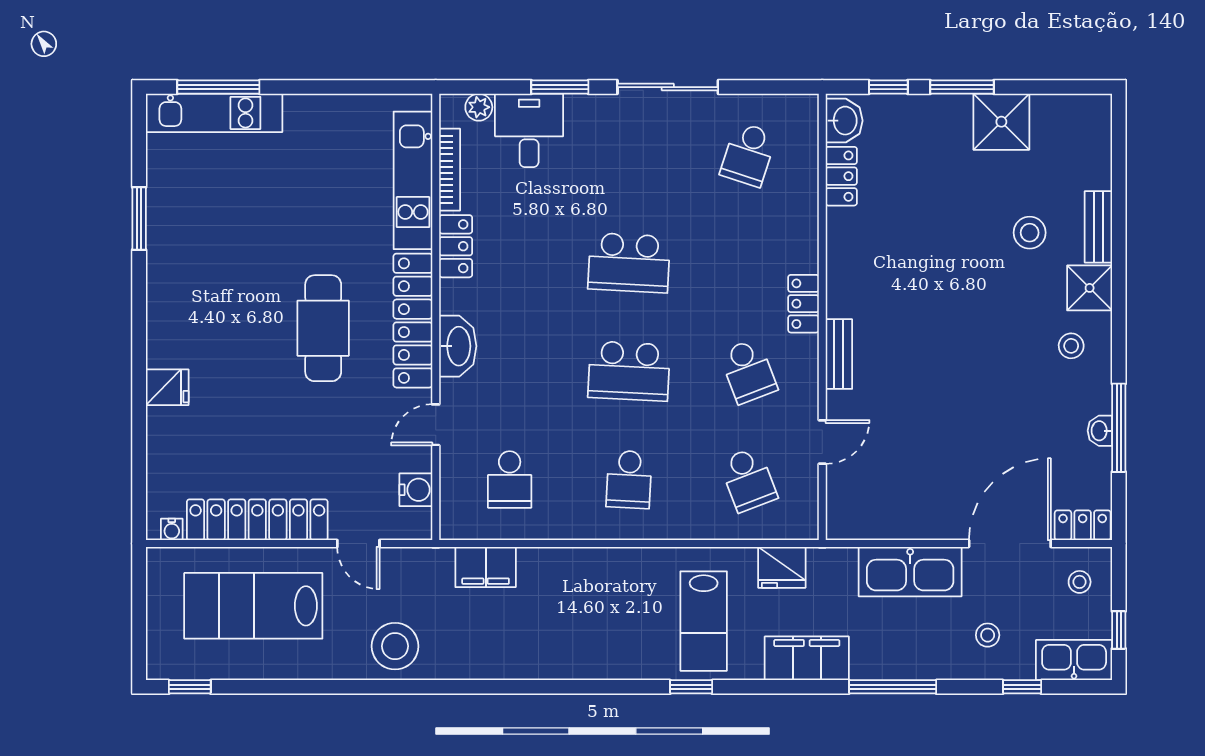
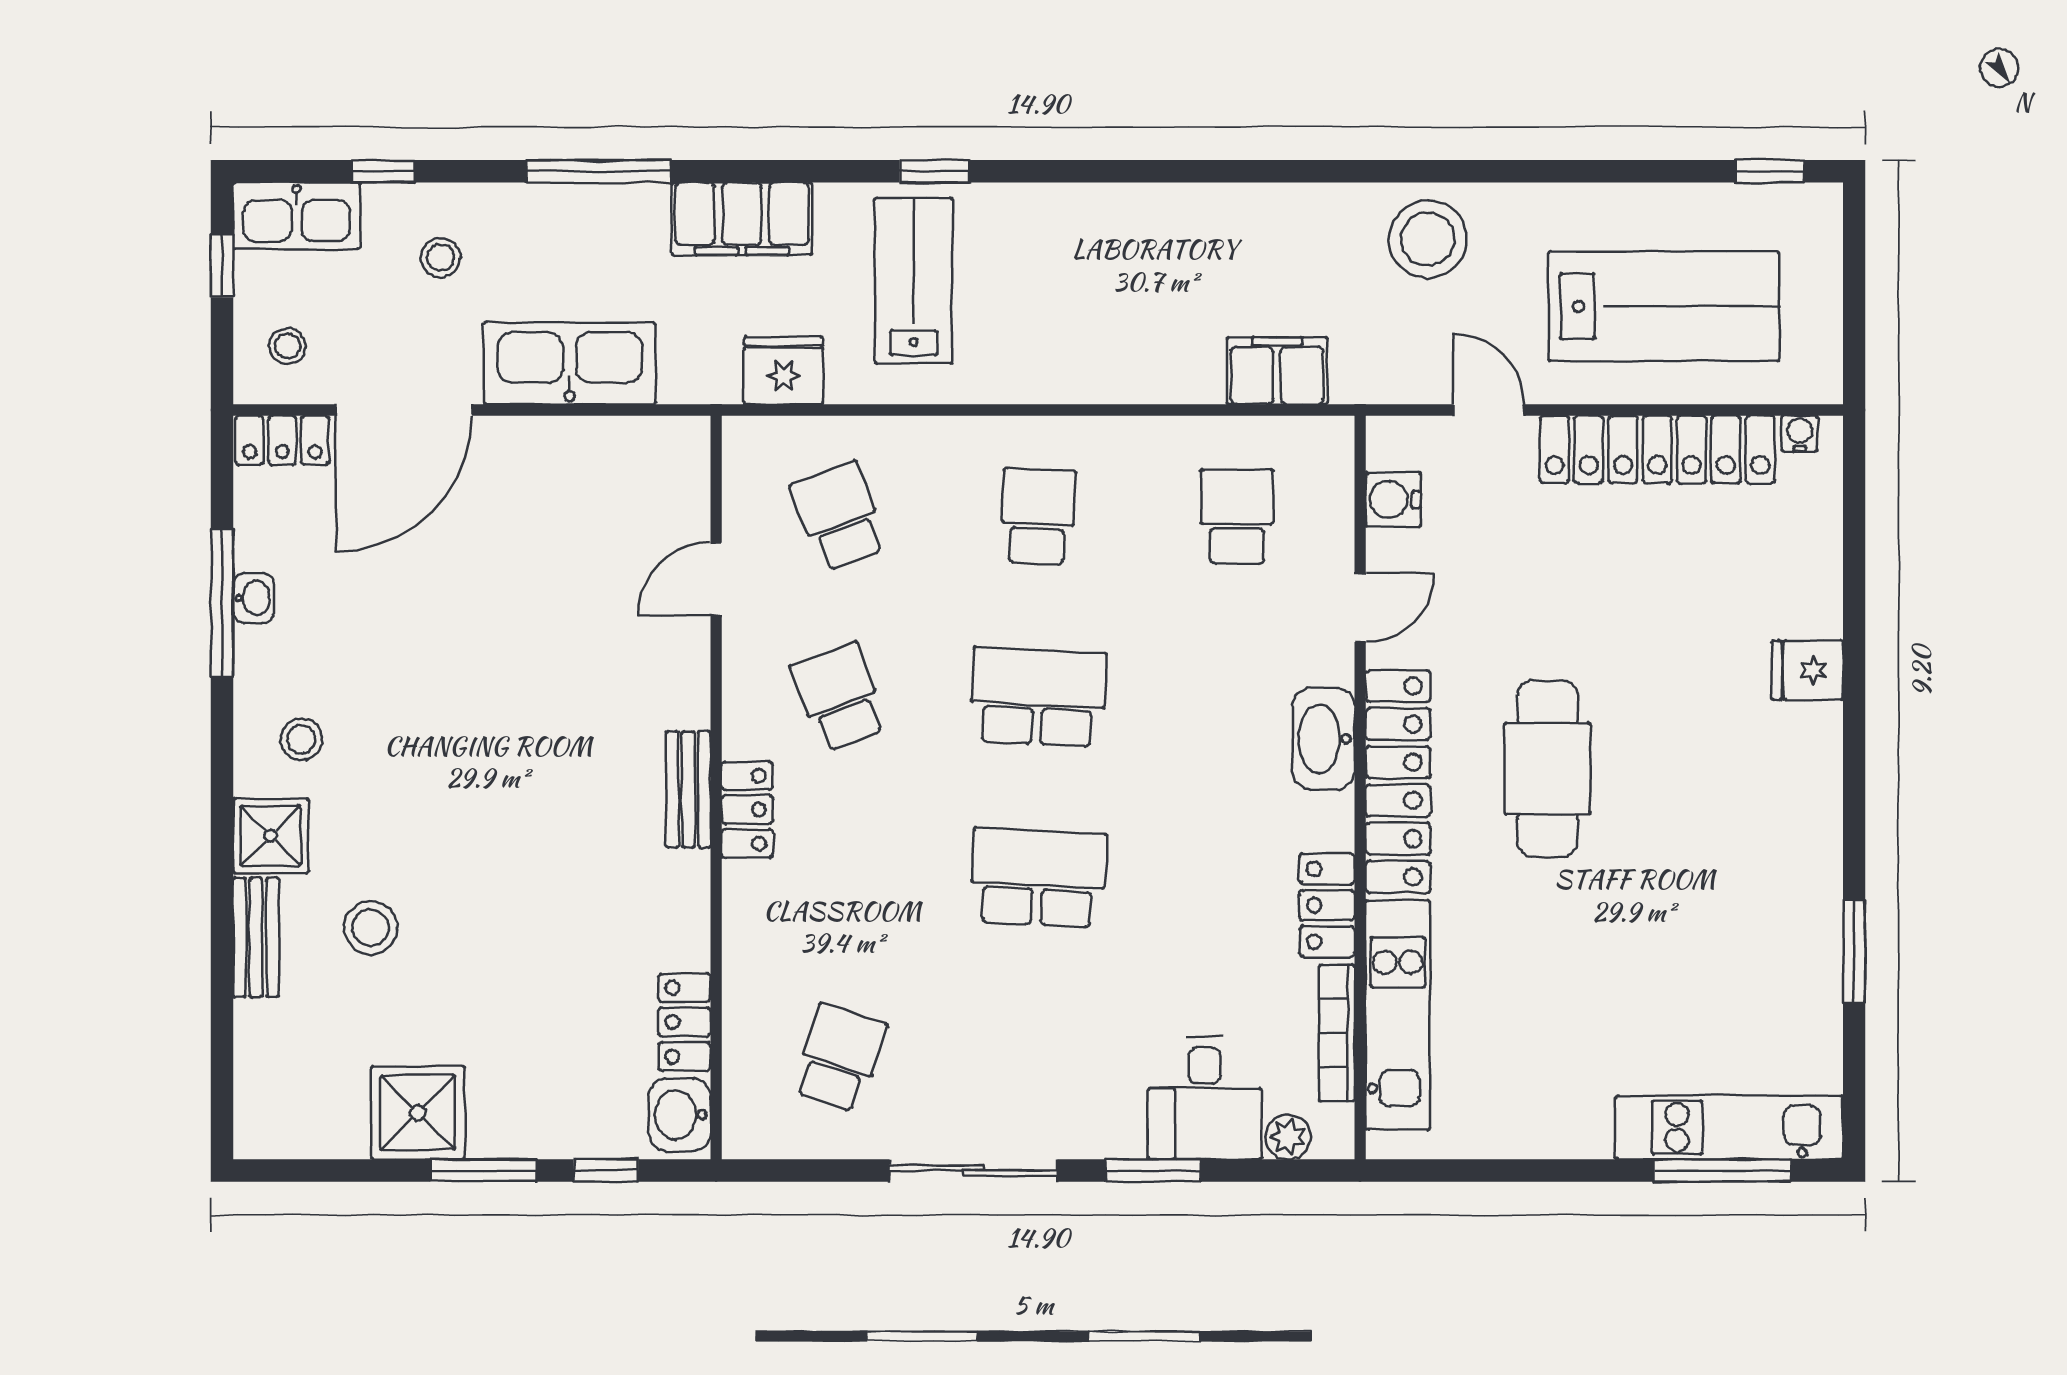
bench: (839, 354) -> (688, 789), moved

